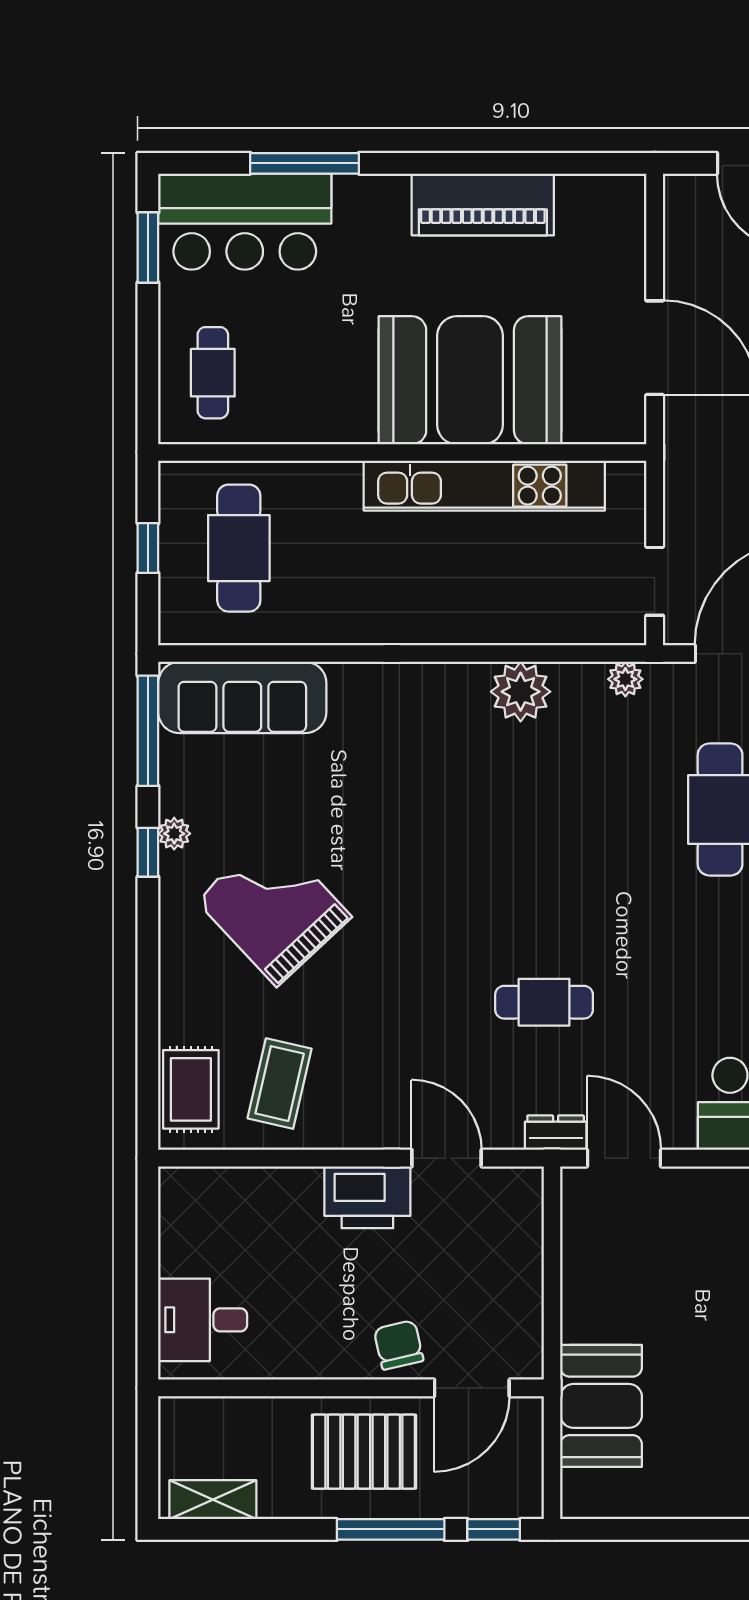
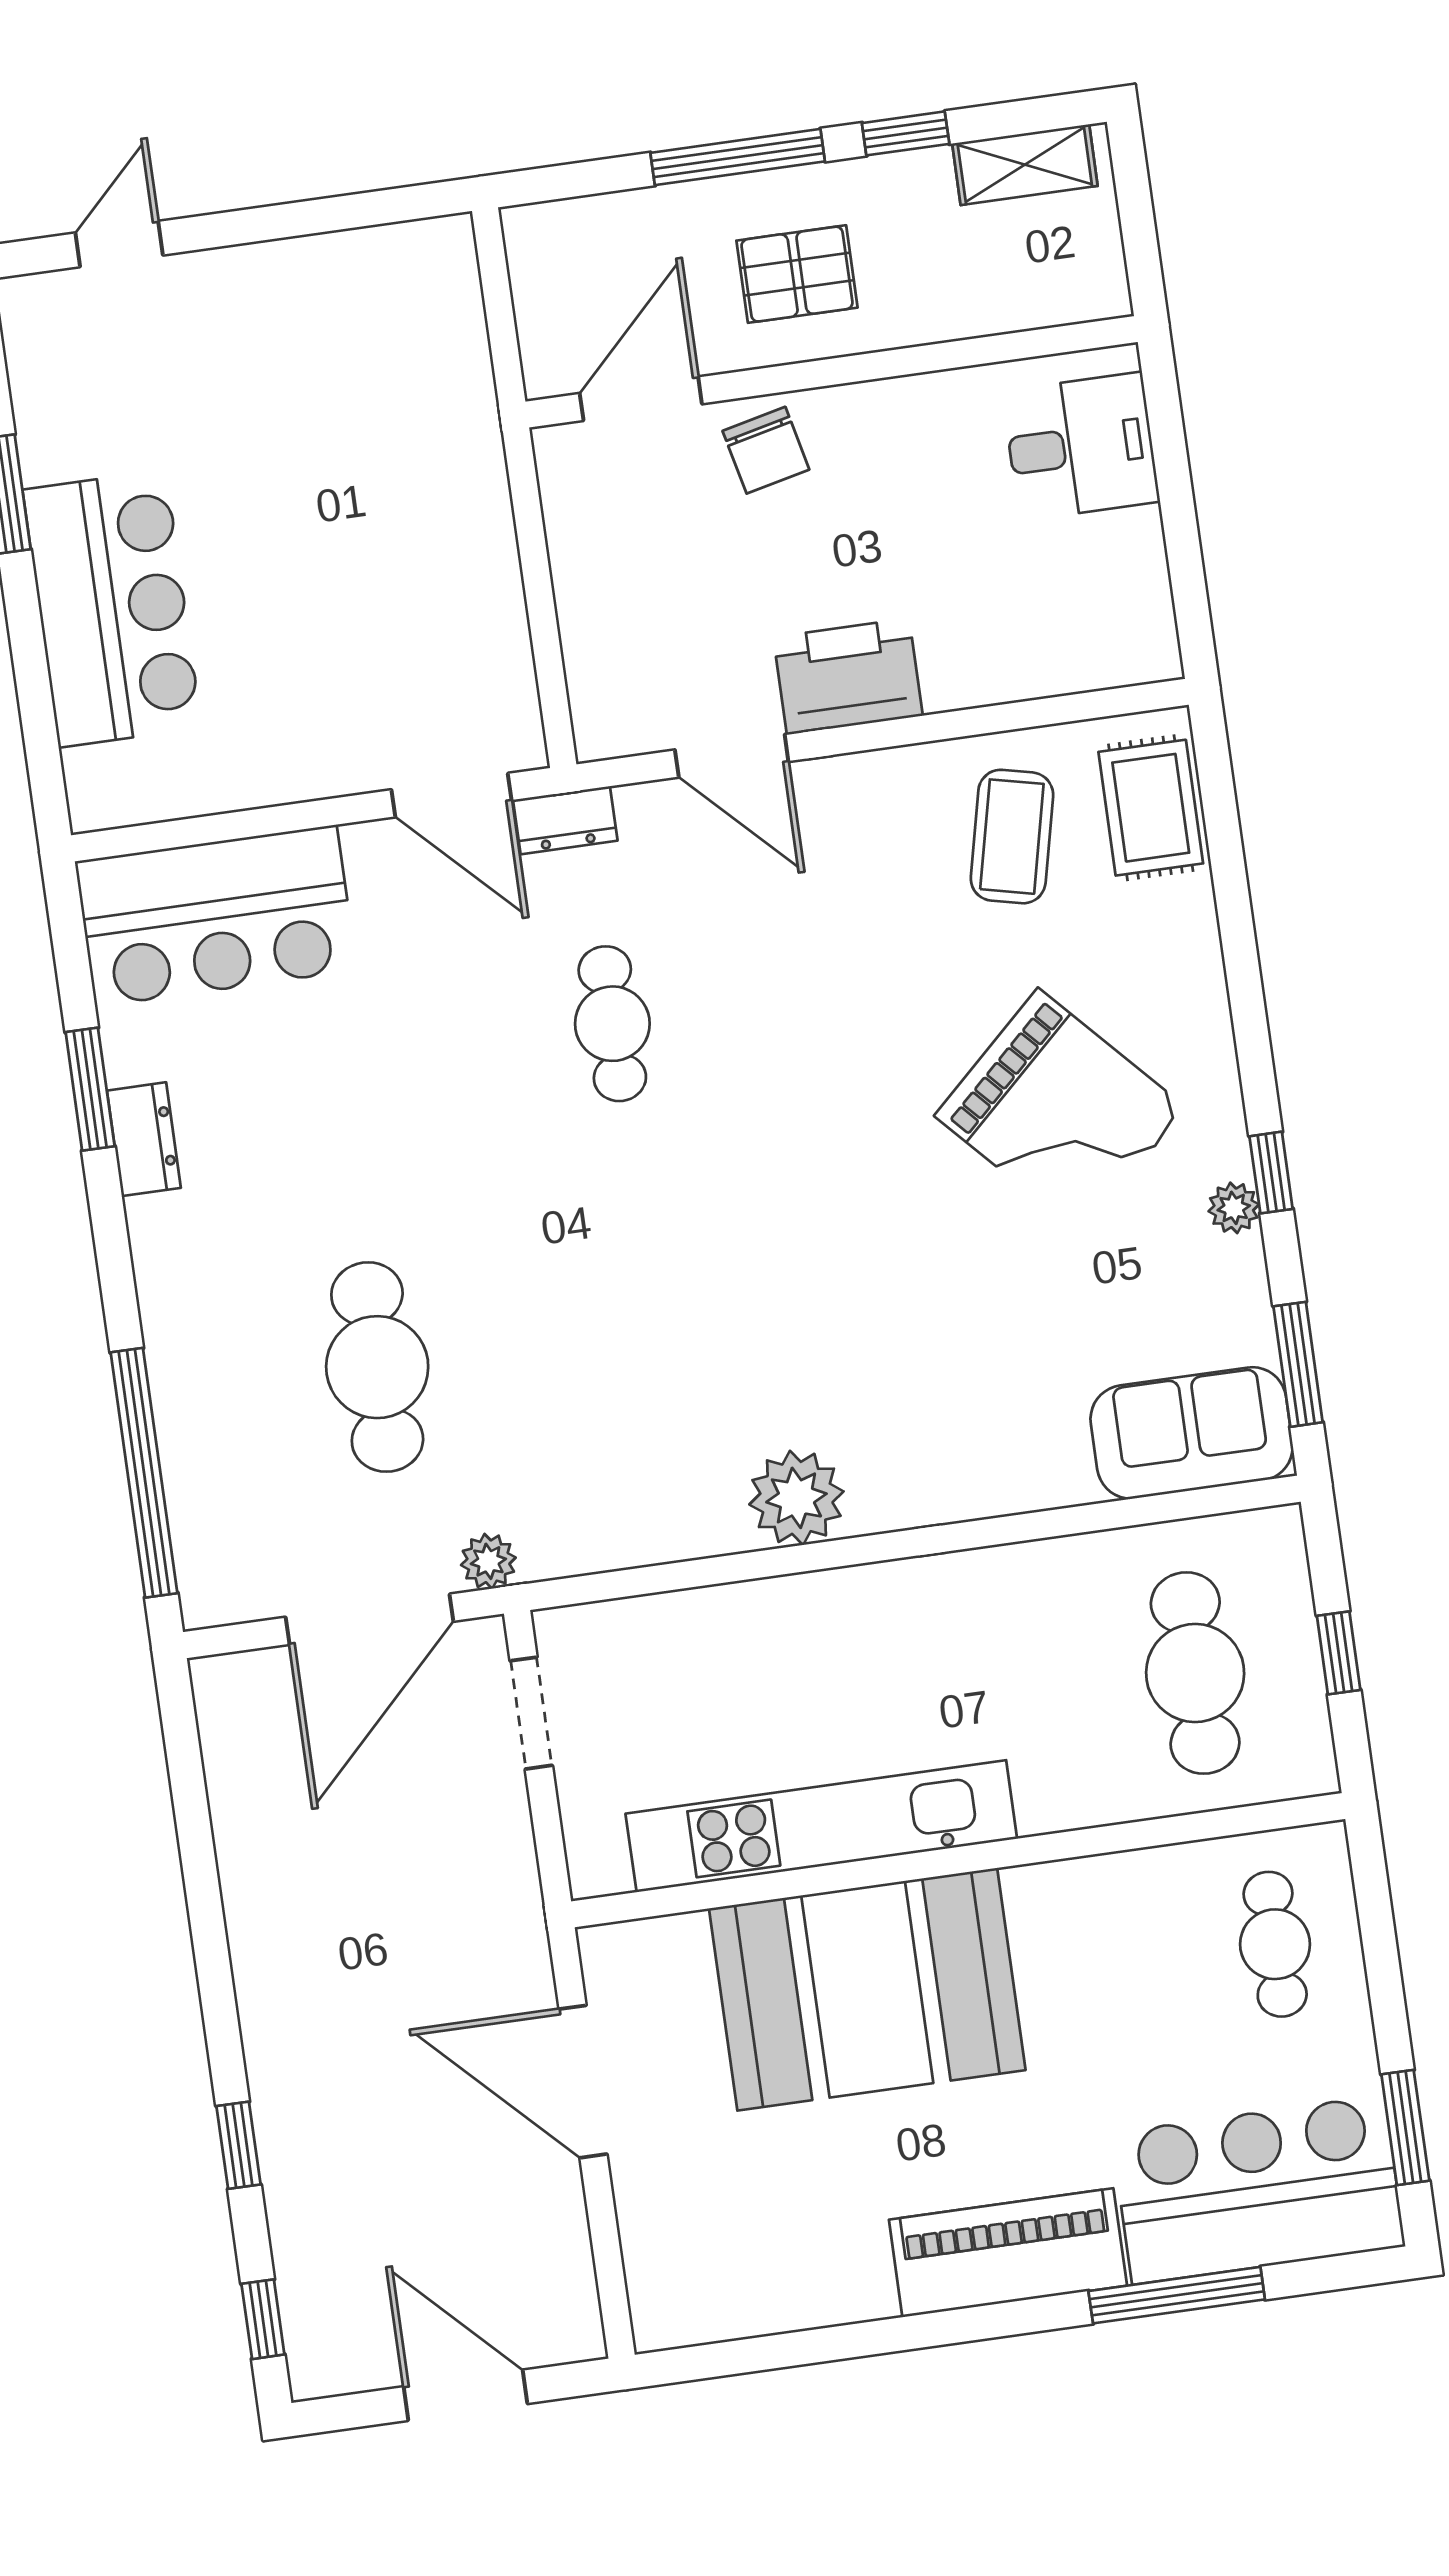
piano: (483, 204) -> (1008, 2253), moved
plant: (625, 679) -> (488, 1561), moved
plant: (521, 692) -> (796, 1498), moved
sofa: (242, 697) -> (1192, 1433), width x0.73
window: (148, 731) -> (1298, 1364), width x0.69
cafe table: (544, 1002) -> (612, 1024), turned 90
booth: (601, 1406) -> (433, 399), removed
pallet: (364, 1452) -> (797, 274), width x0.67, depth x0.71
window: (494, 1529) -> (906, 133), moved

